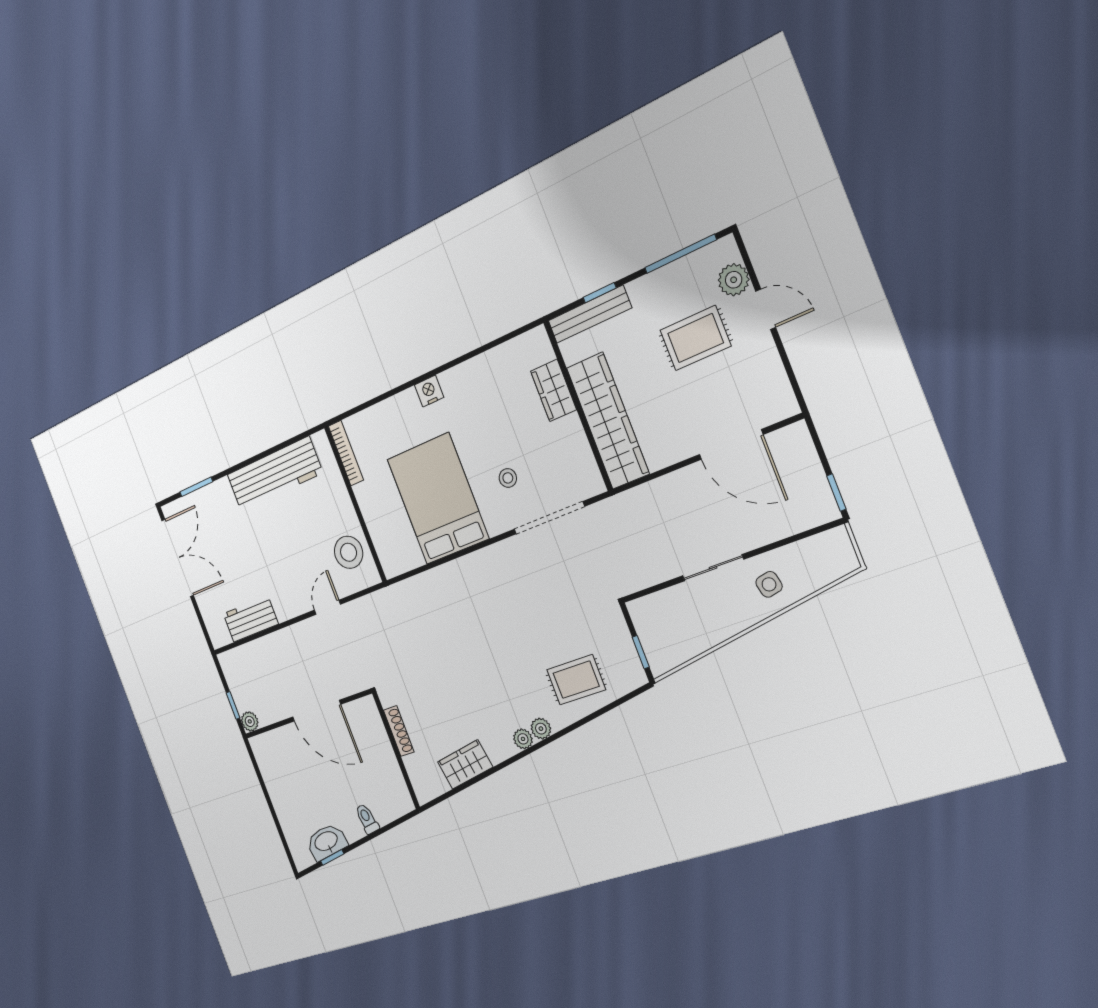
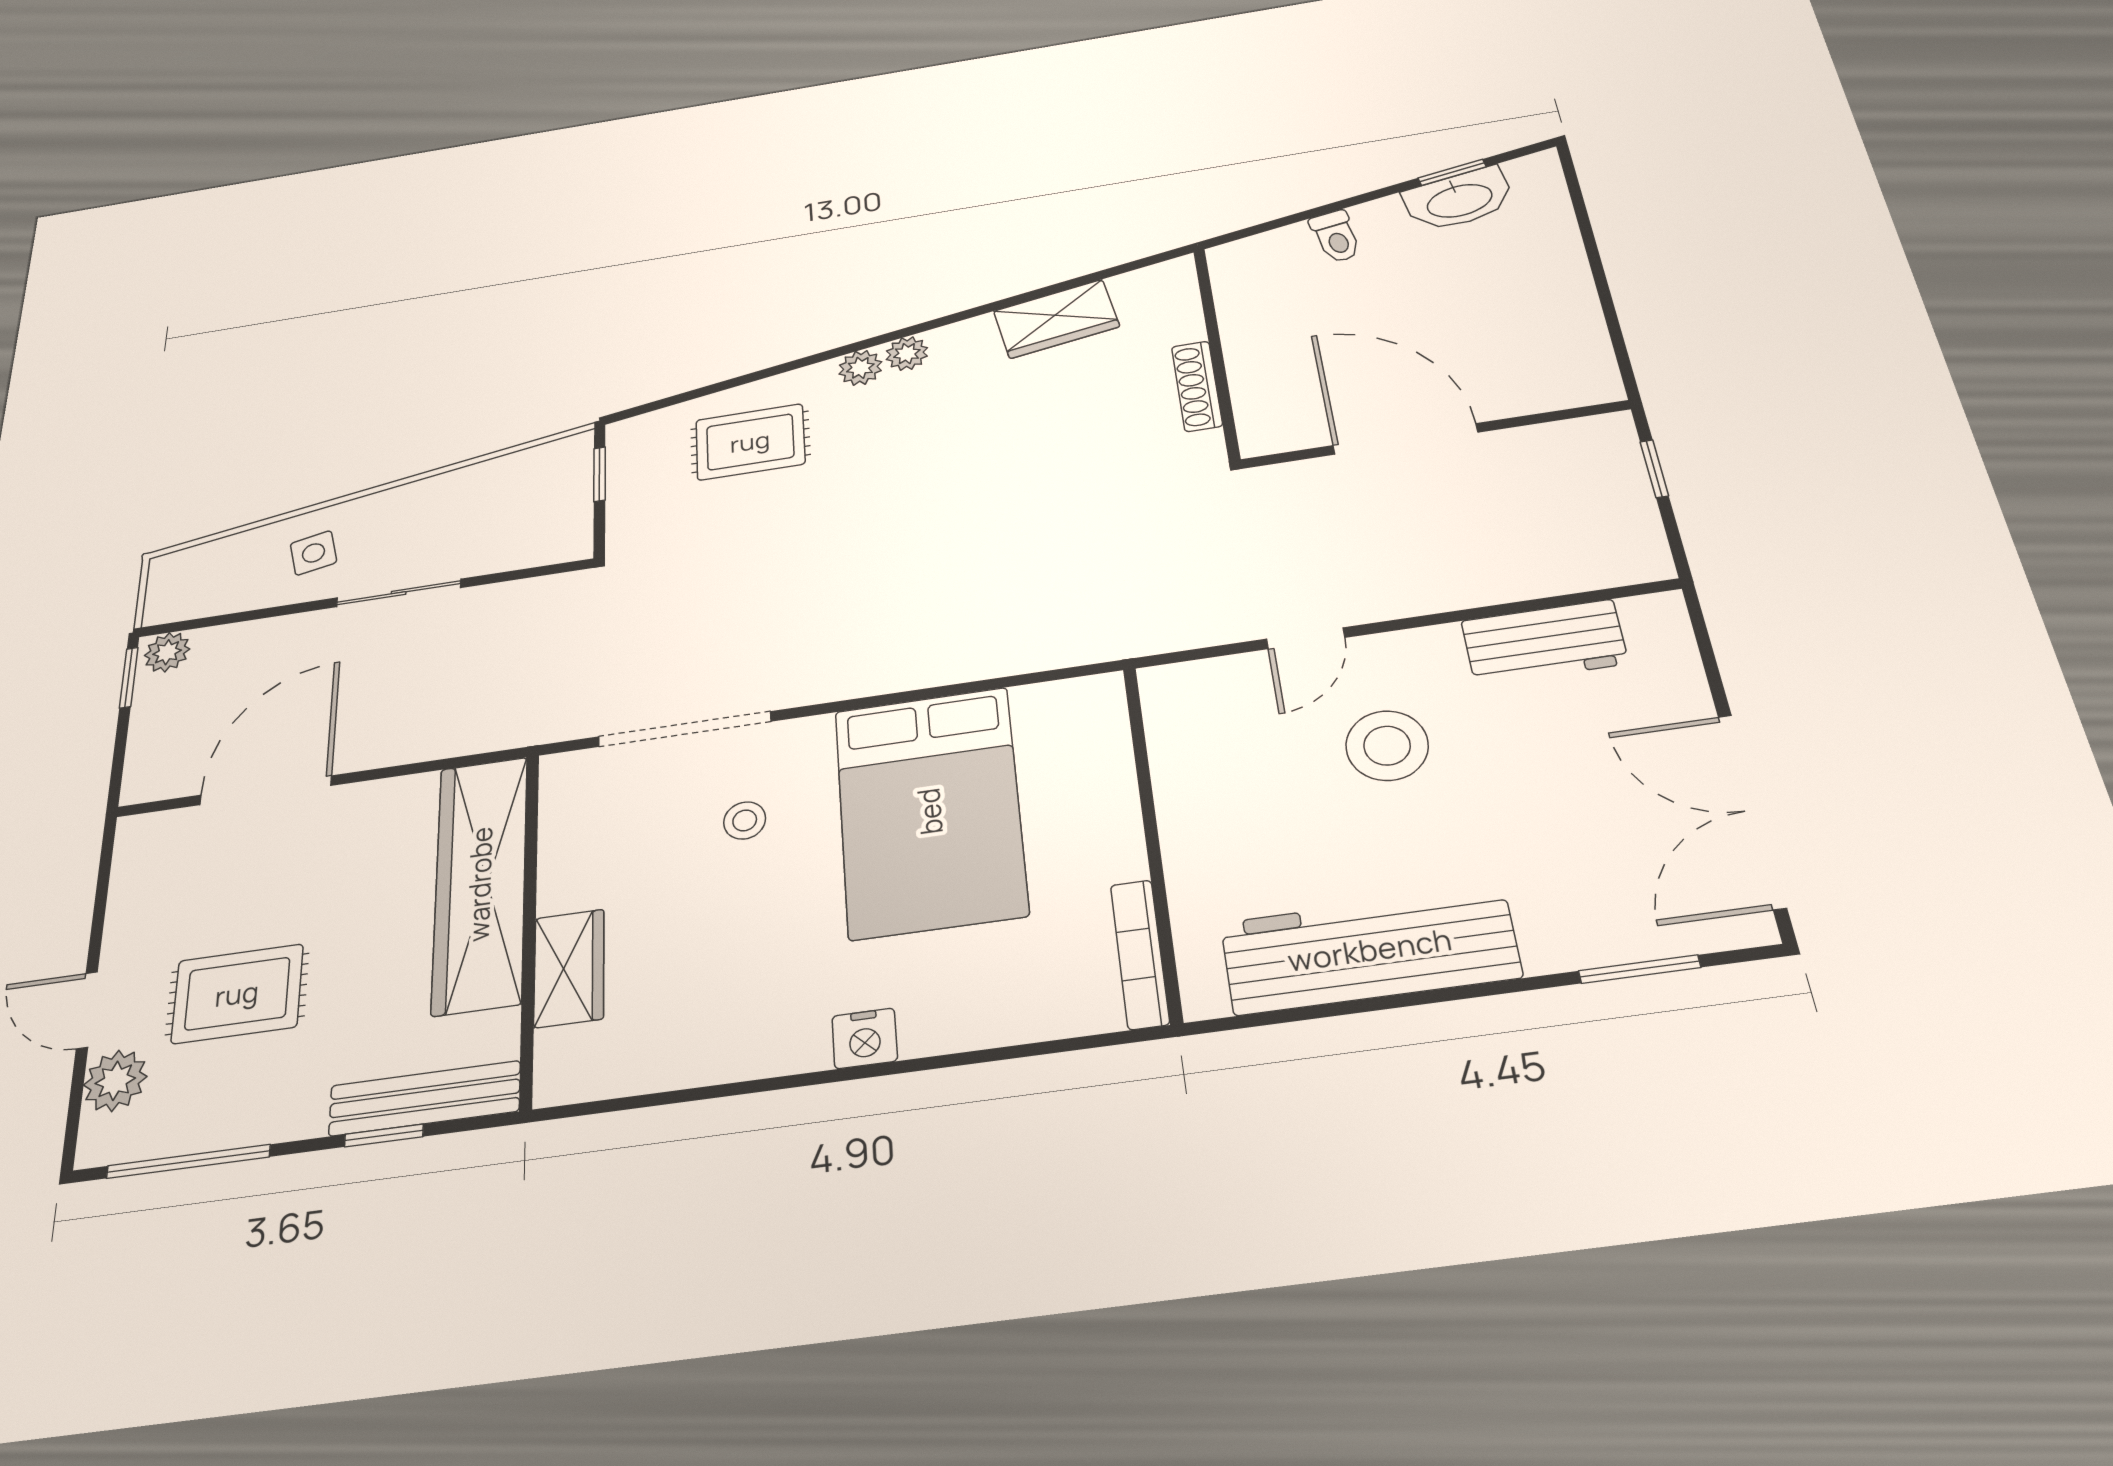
door: (731, 445) -> (266, 790), hinge flipped
stool: (349, 552) -> (1387, 746), moved
plant: (250, 721) -> (167, 652), moved

